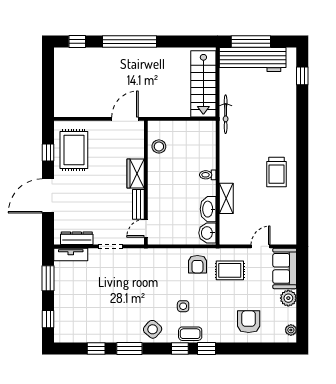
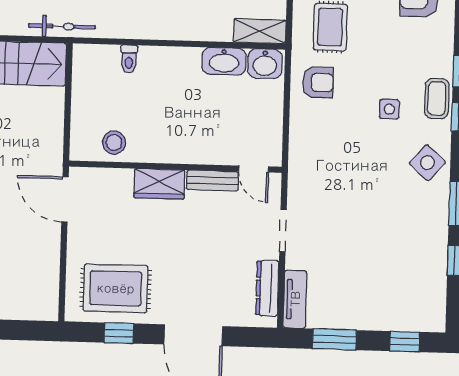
toilet: (208, 175) -> (129, 59), moved
shelving: (226, 198) -> (260, 31), moved

